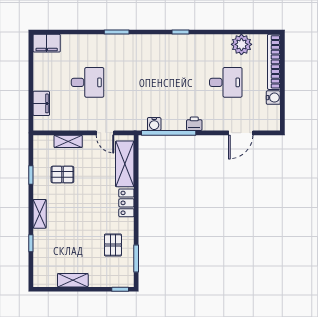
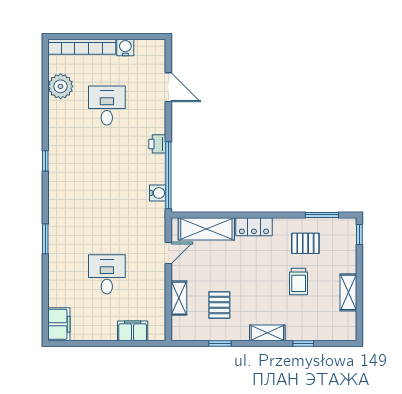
trolley: (82, 239) -> (299, 281), added

